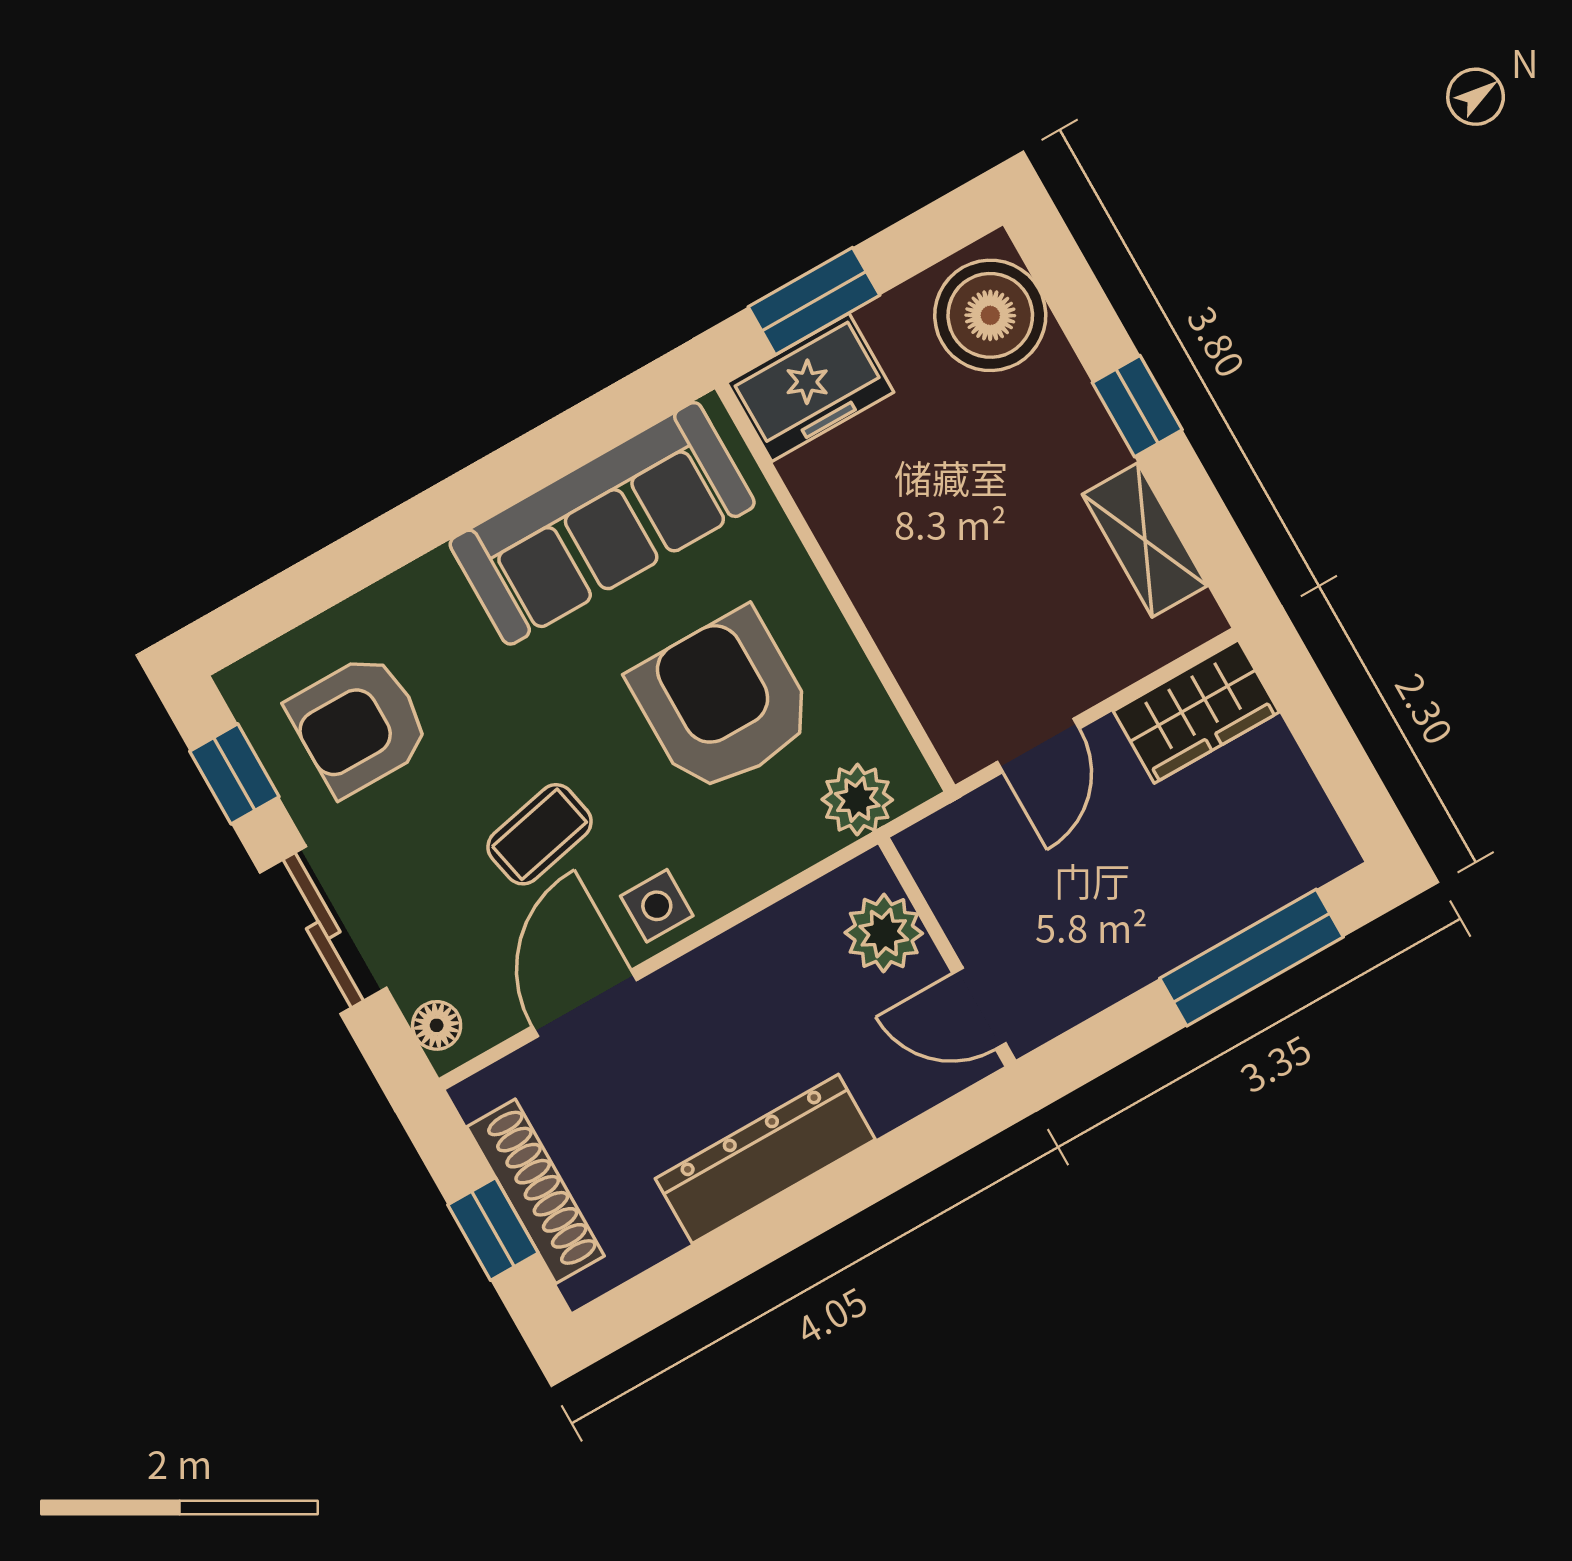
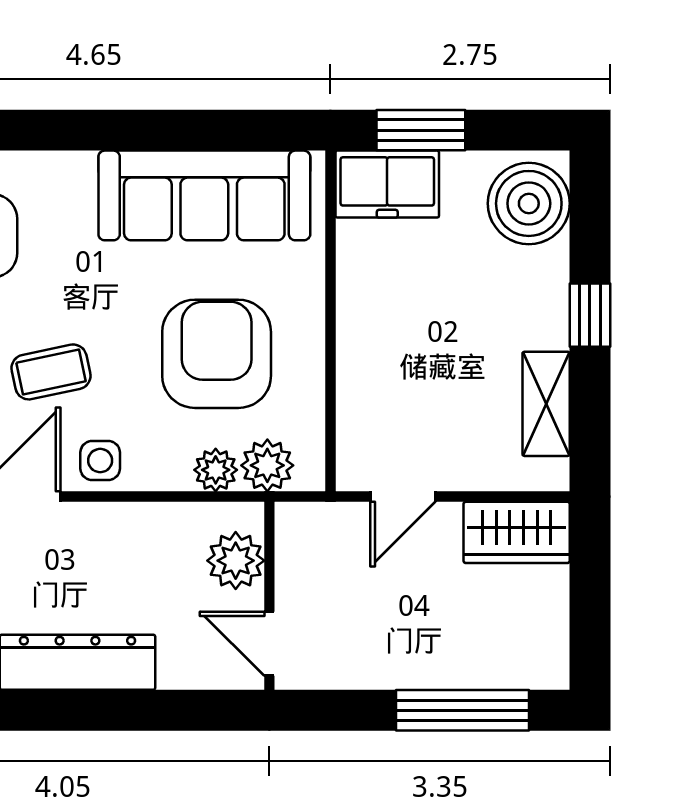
plant: (799, 840) -> (216, 470), added

